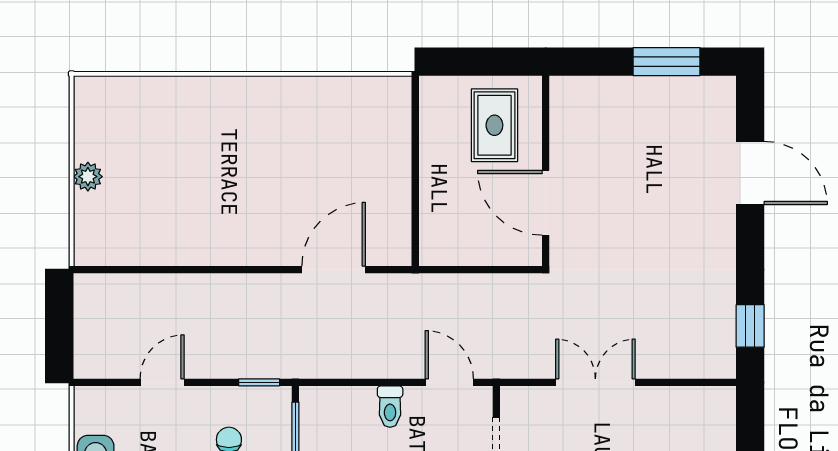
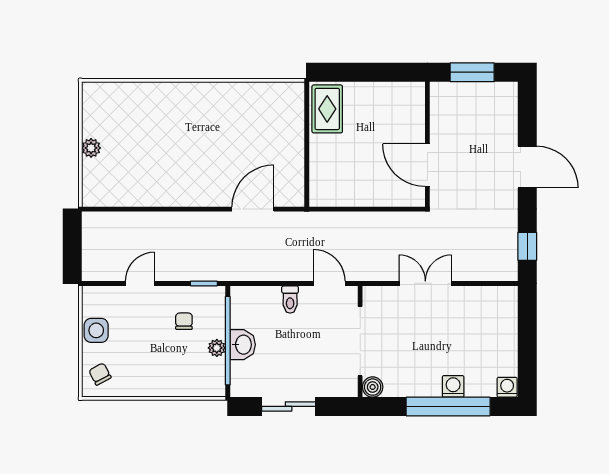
rug: (494, 125) -> (327, 109), moved
wall: (546, 171) -> (427, 144), moved
door: (750, 173) -> (527, 167), moved
door: (546, 203) -> (427, 165), moved

